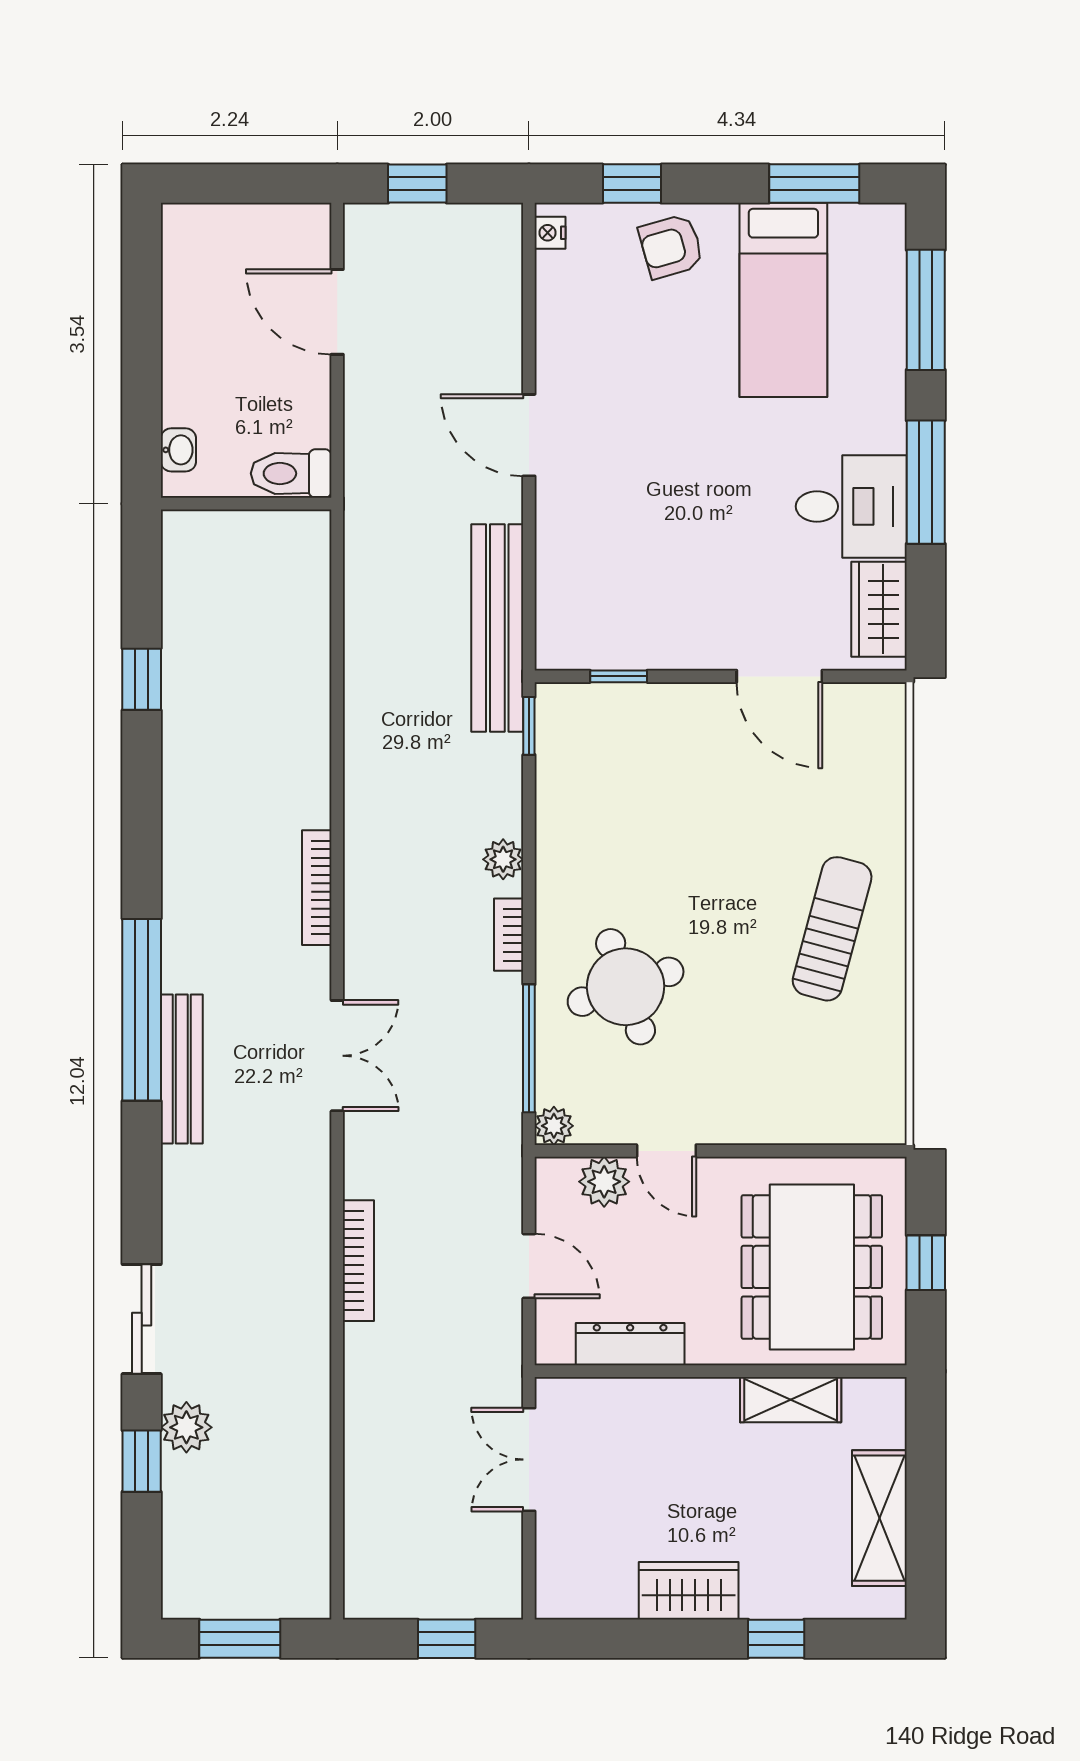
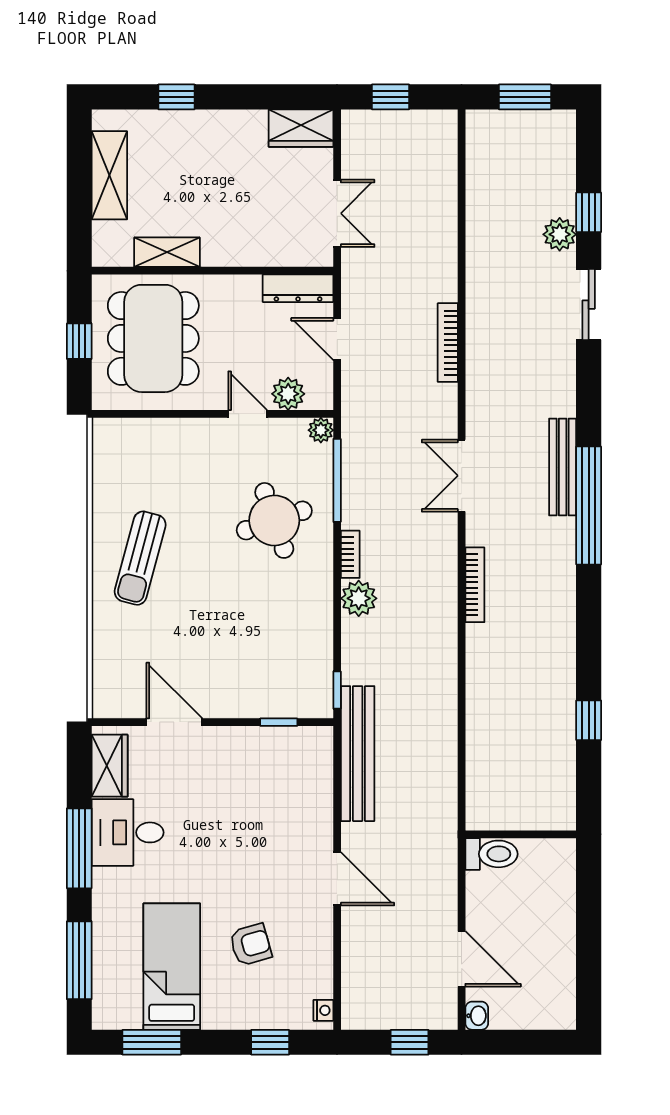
armchair: (671, 246) -> (251, 945), moved
washbasin: (178, 450) -> (477, 1016), moved, turned 180
plant: (503, 859) -> (359, 598), width x1.38, depth x1.38
dresser: (630, 1344) -> (298, 288), moved
wardrobe: (689, 1591) -> (301, 128), moved

